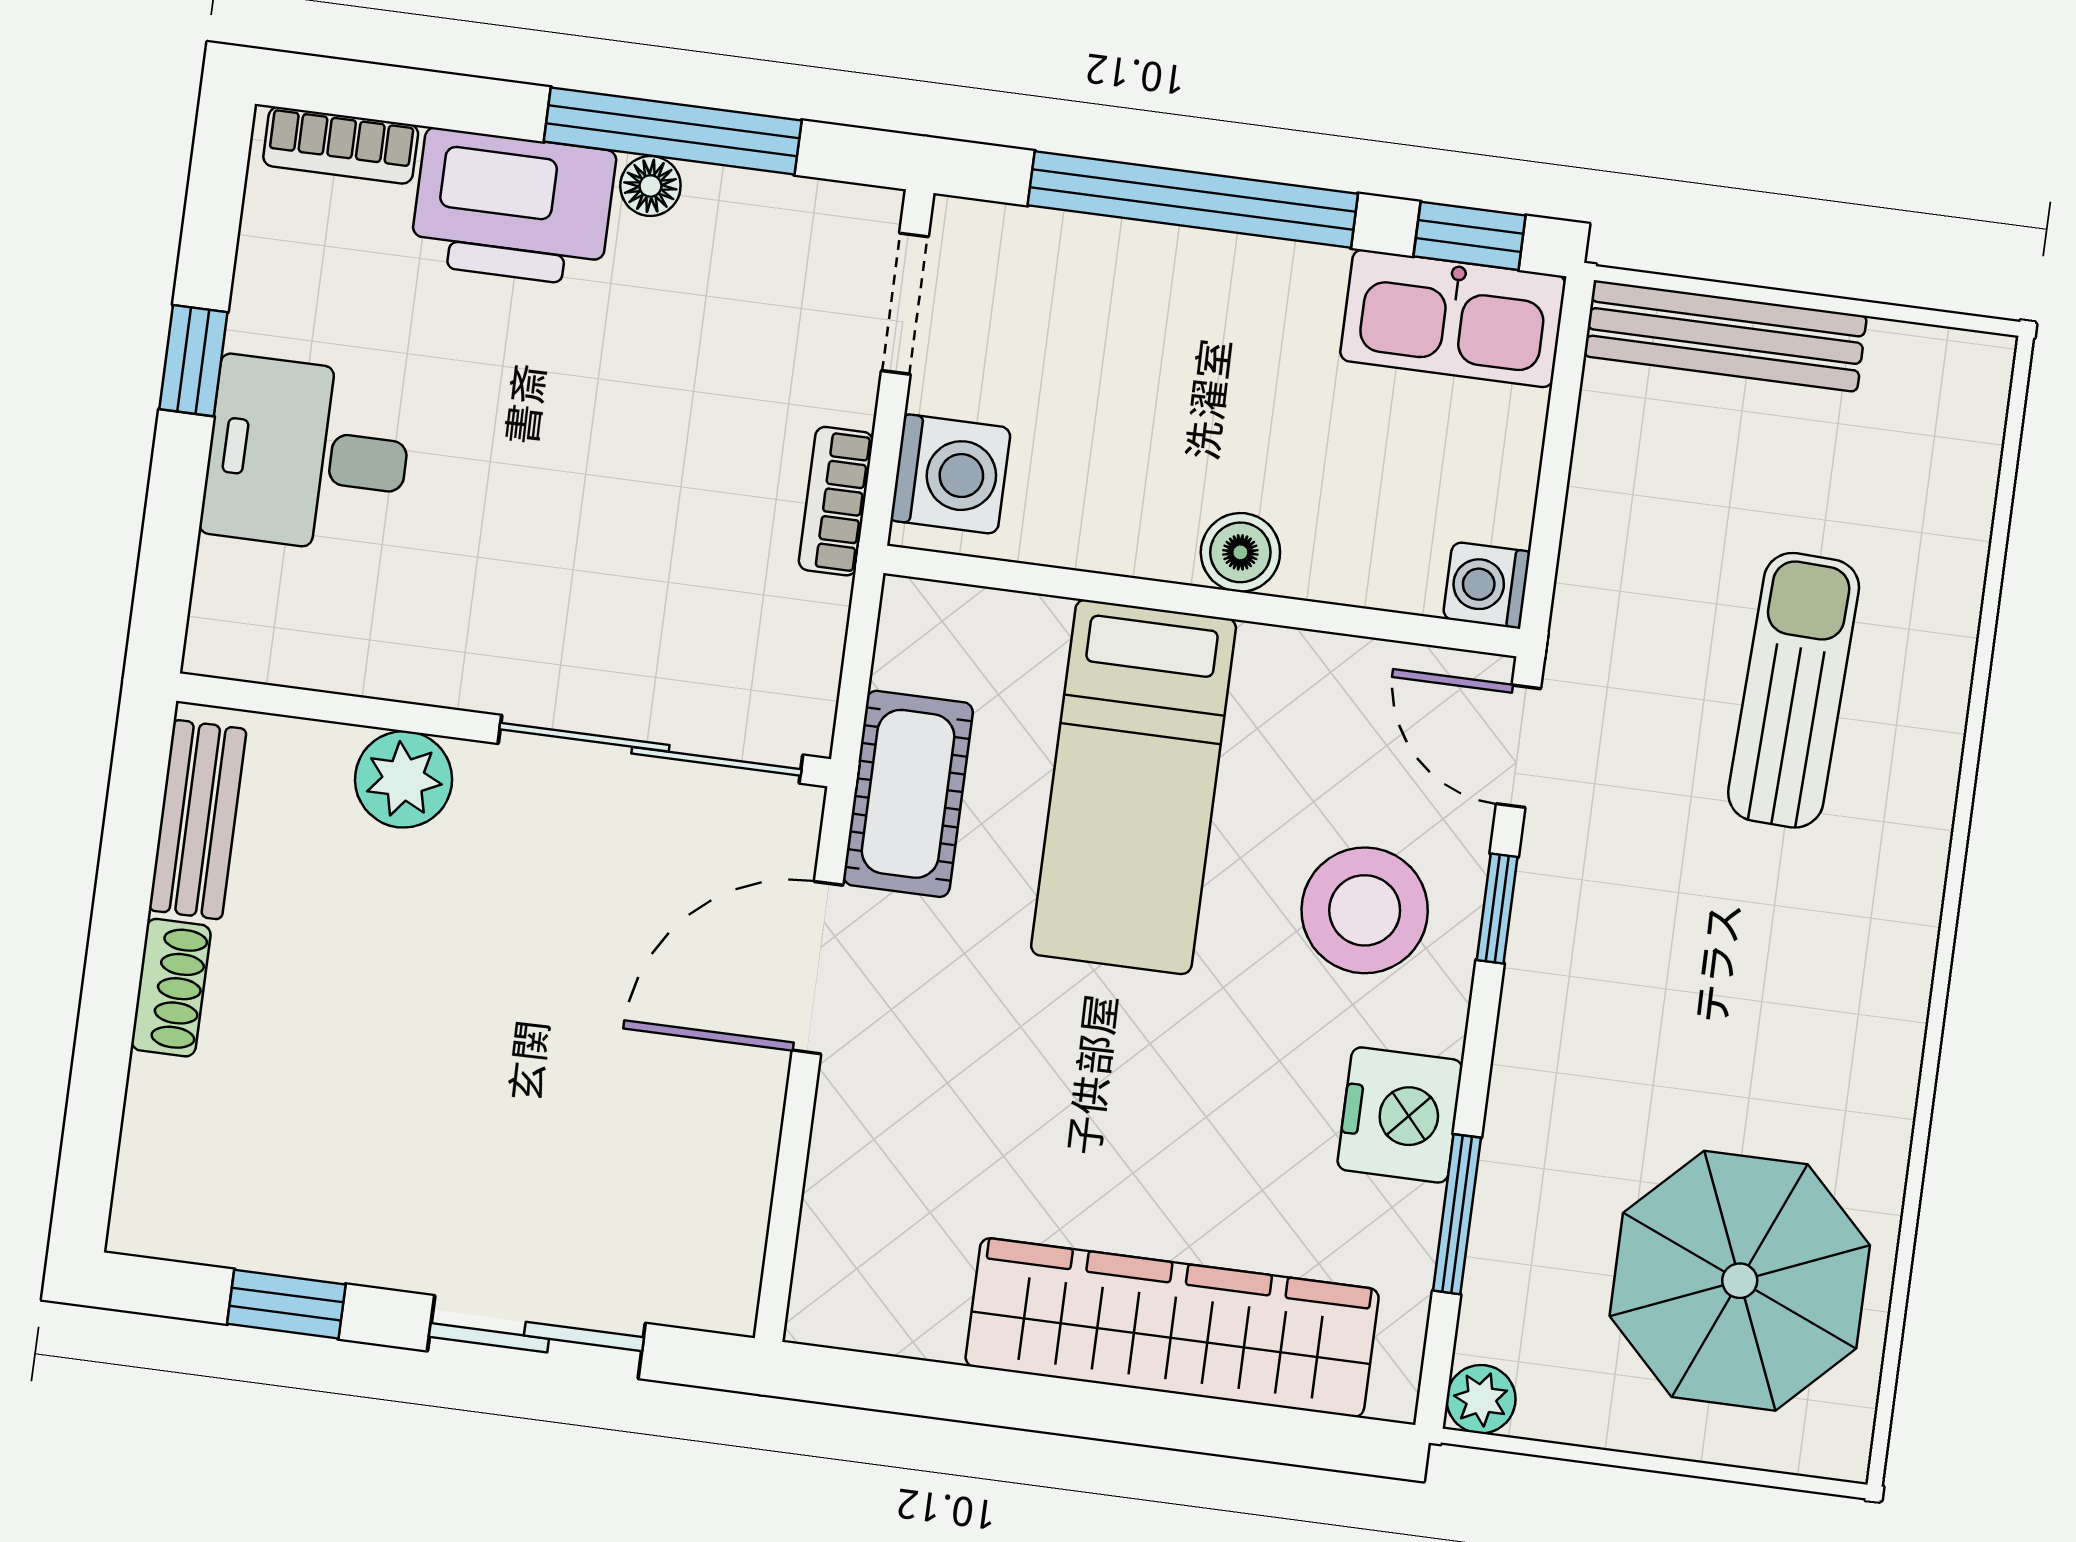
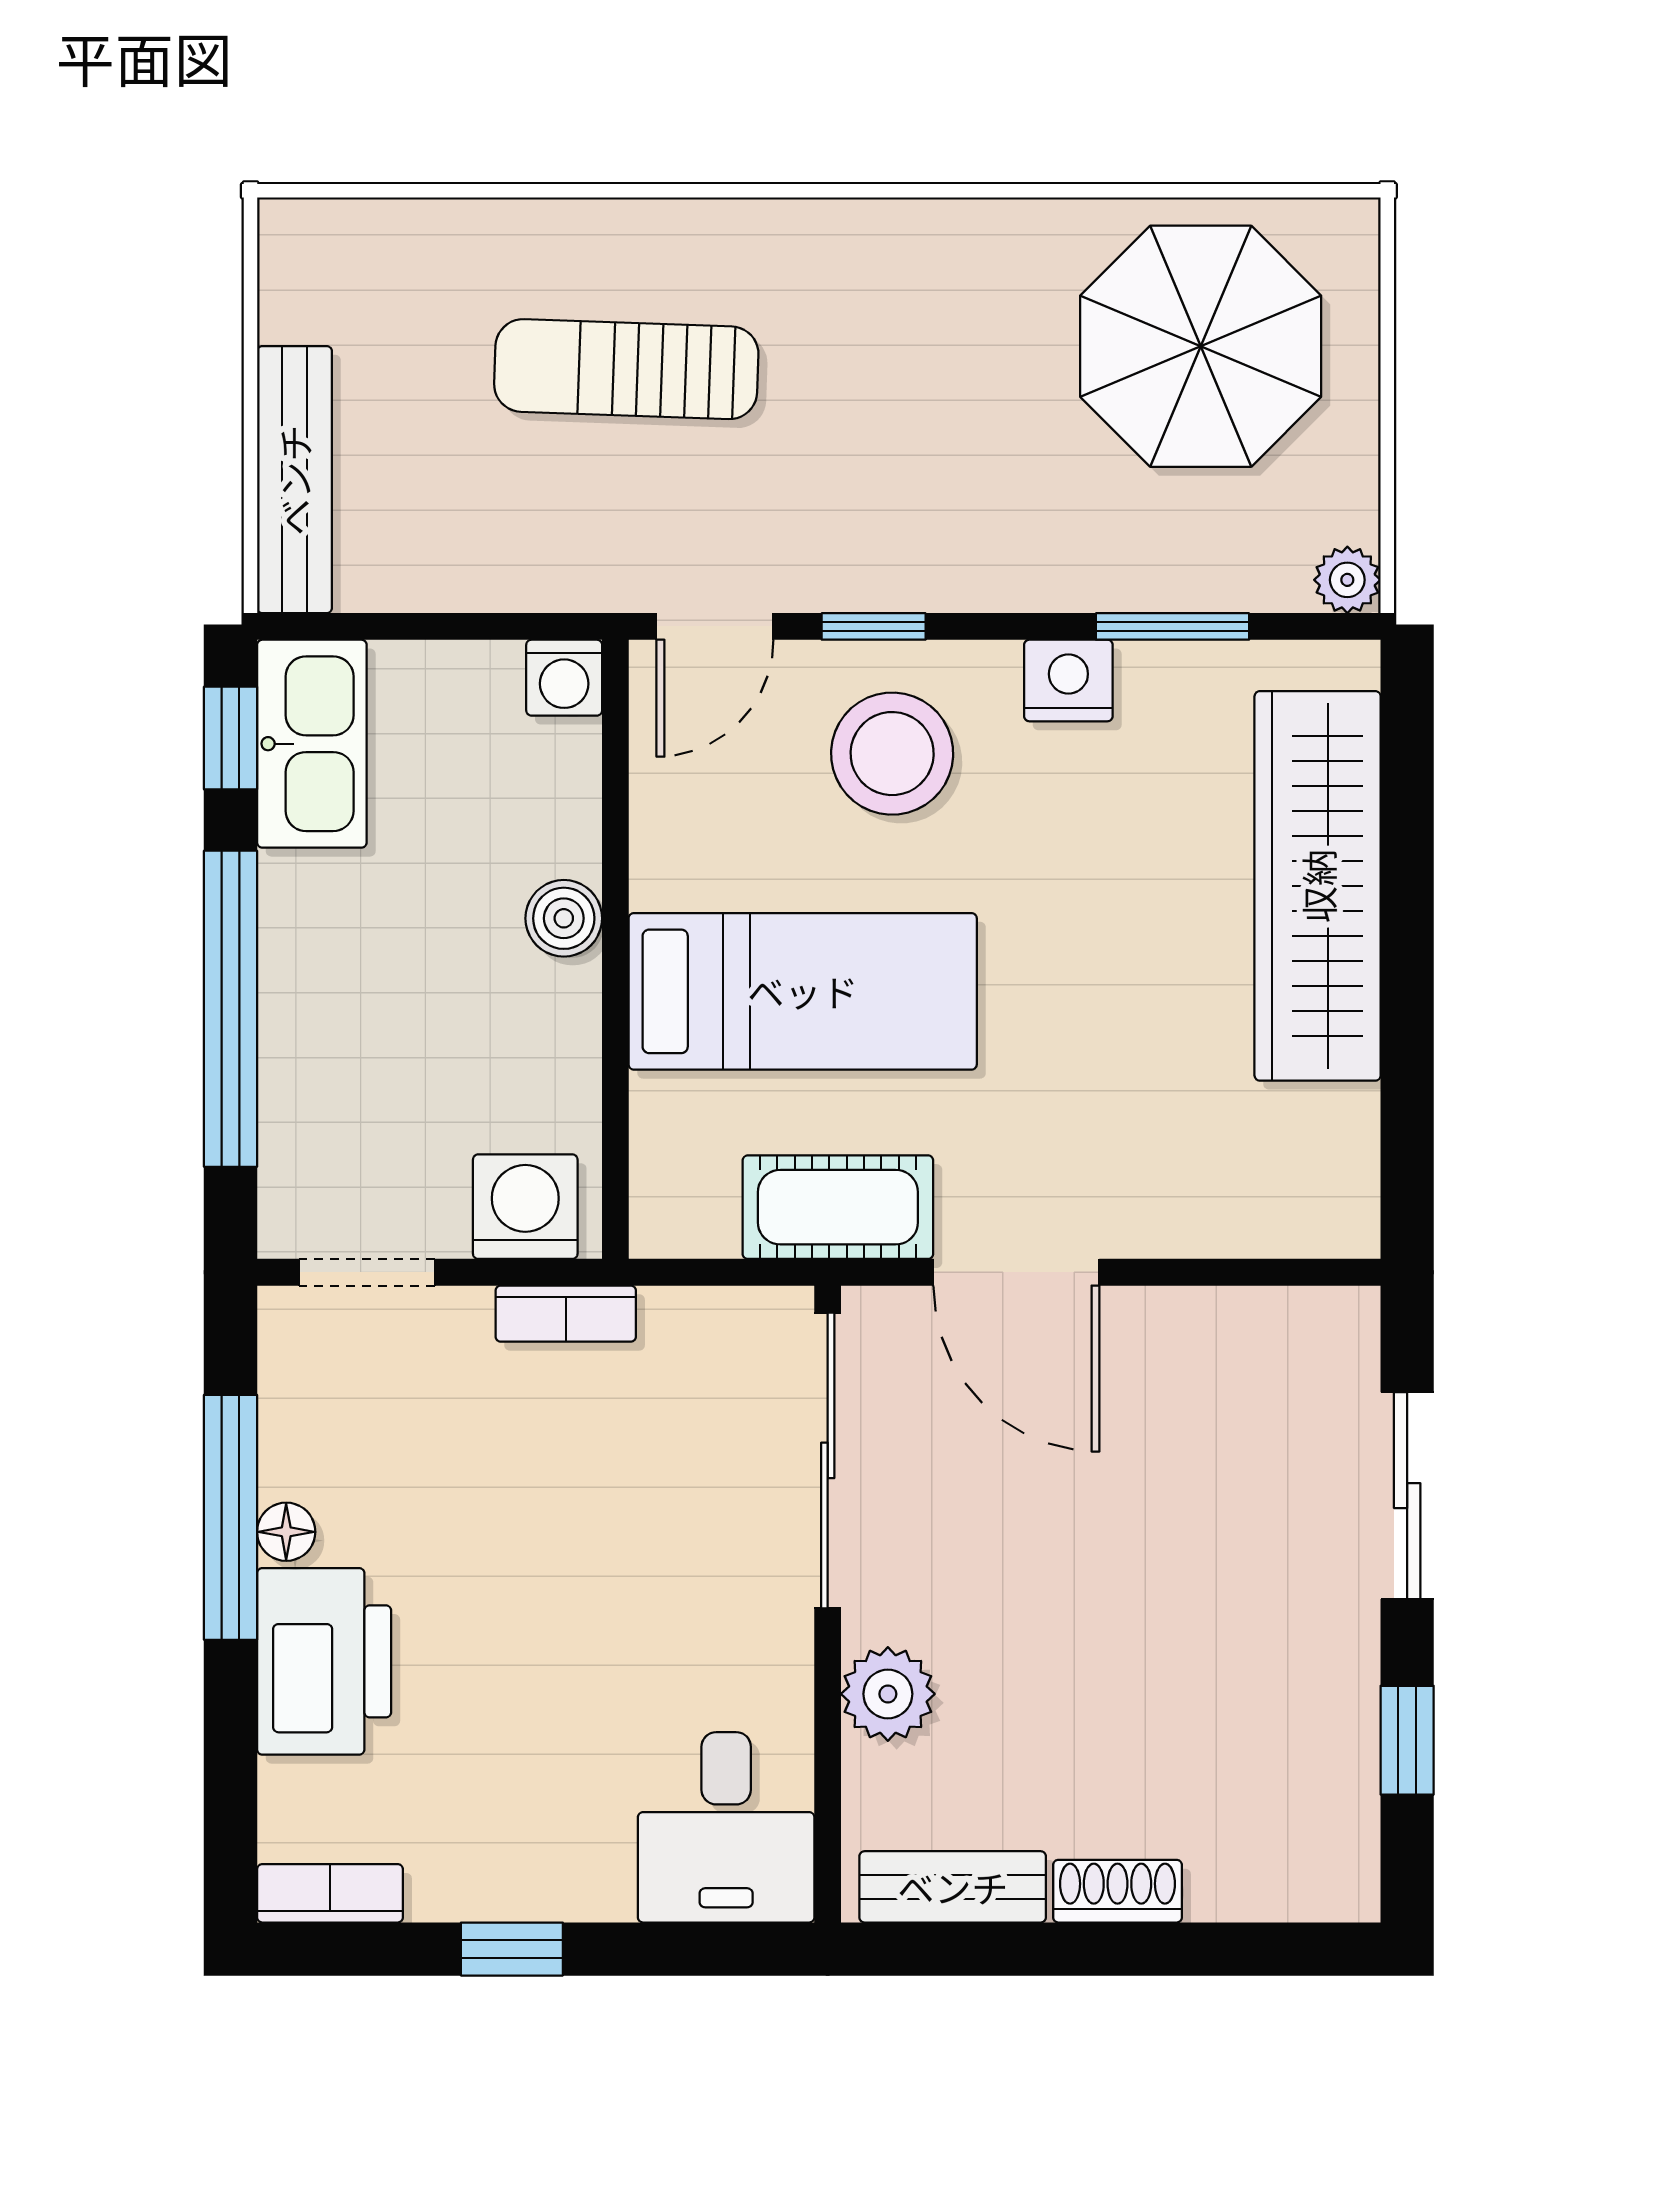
bookcase: (341, 145) -> (330, 1893), moved, turned -90
desk: (308, 455) -> (726, 1827), moved
nightstand: (1400, 1115) -> (1068, 680), width x0.74, depth x0.75

